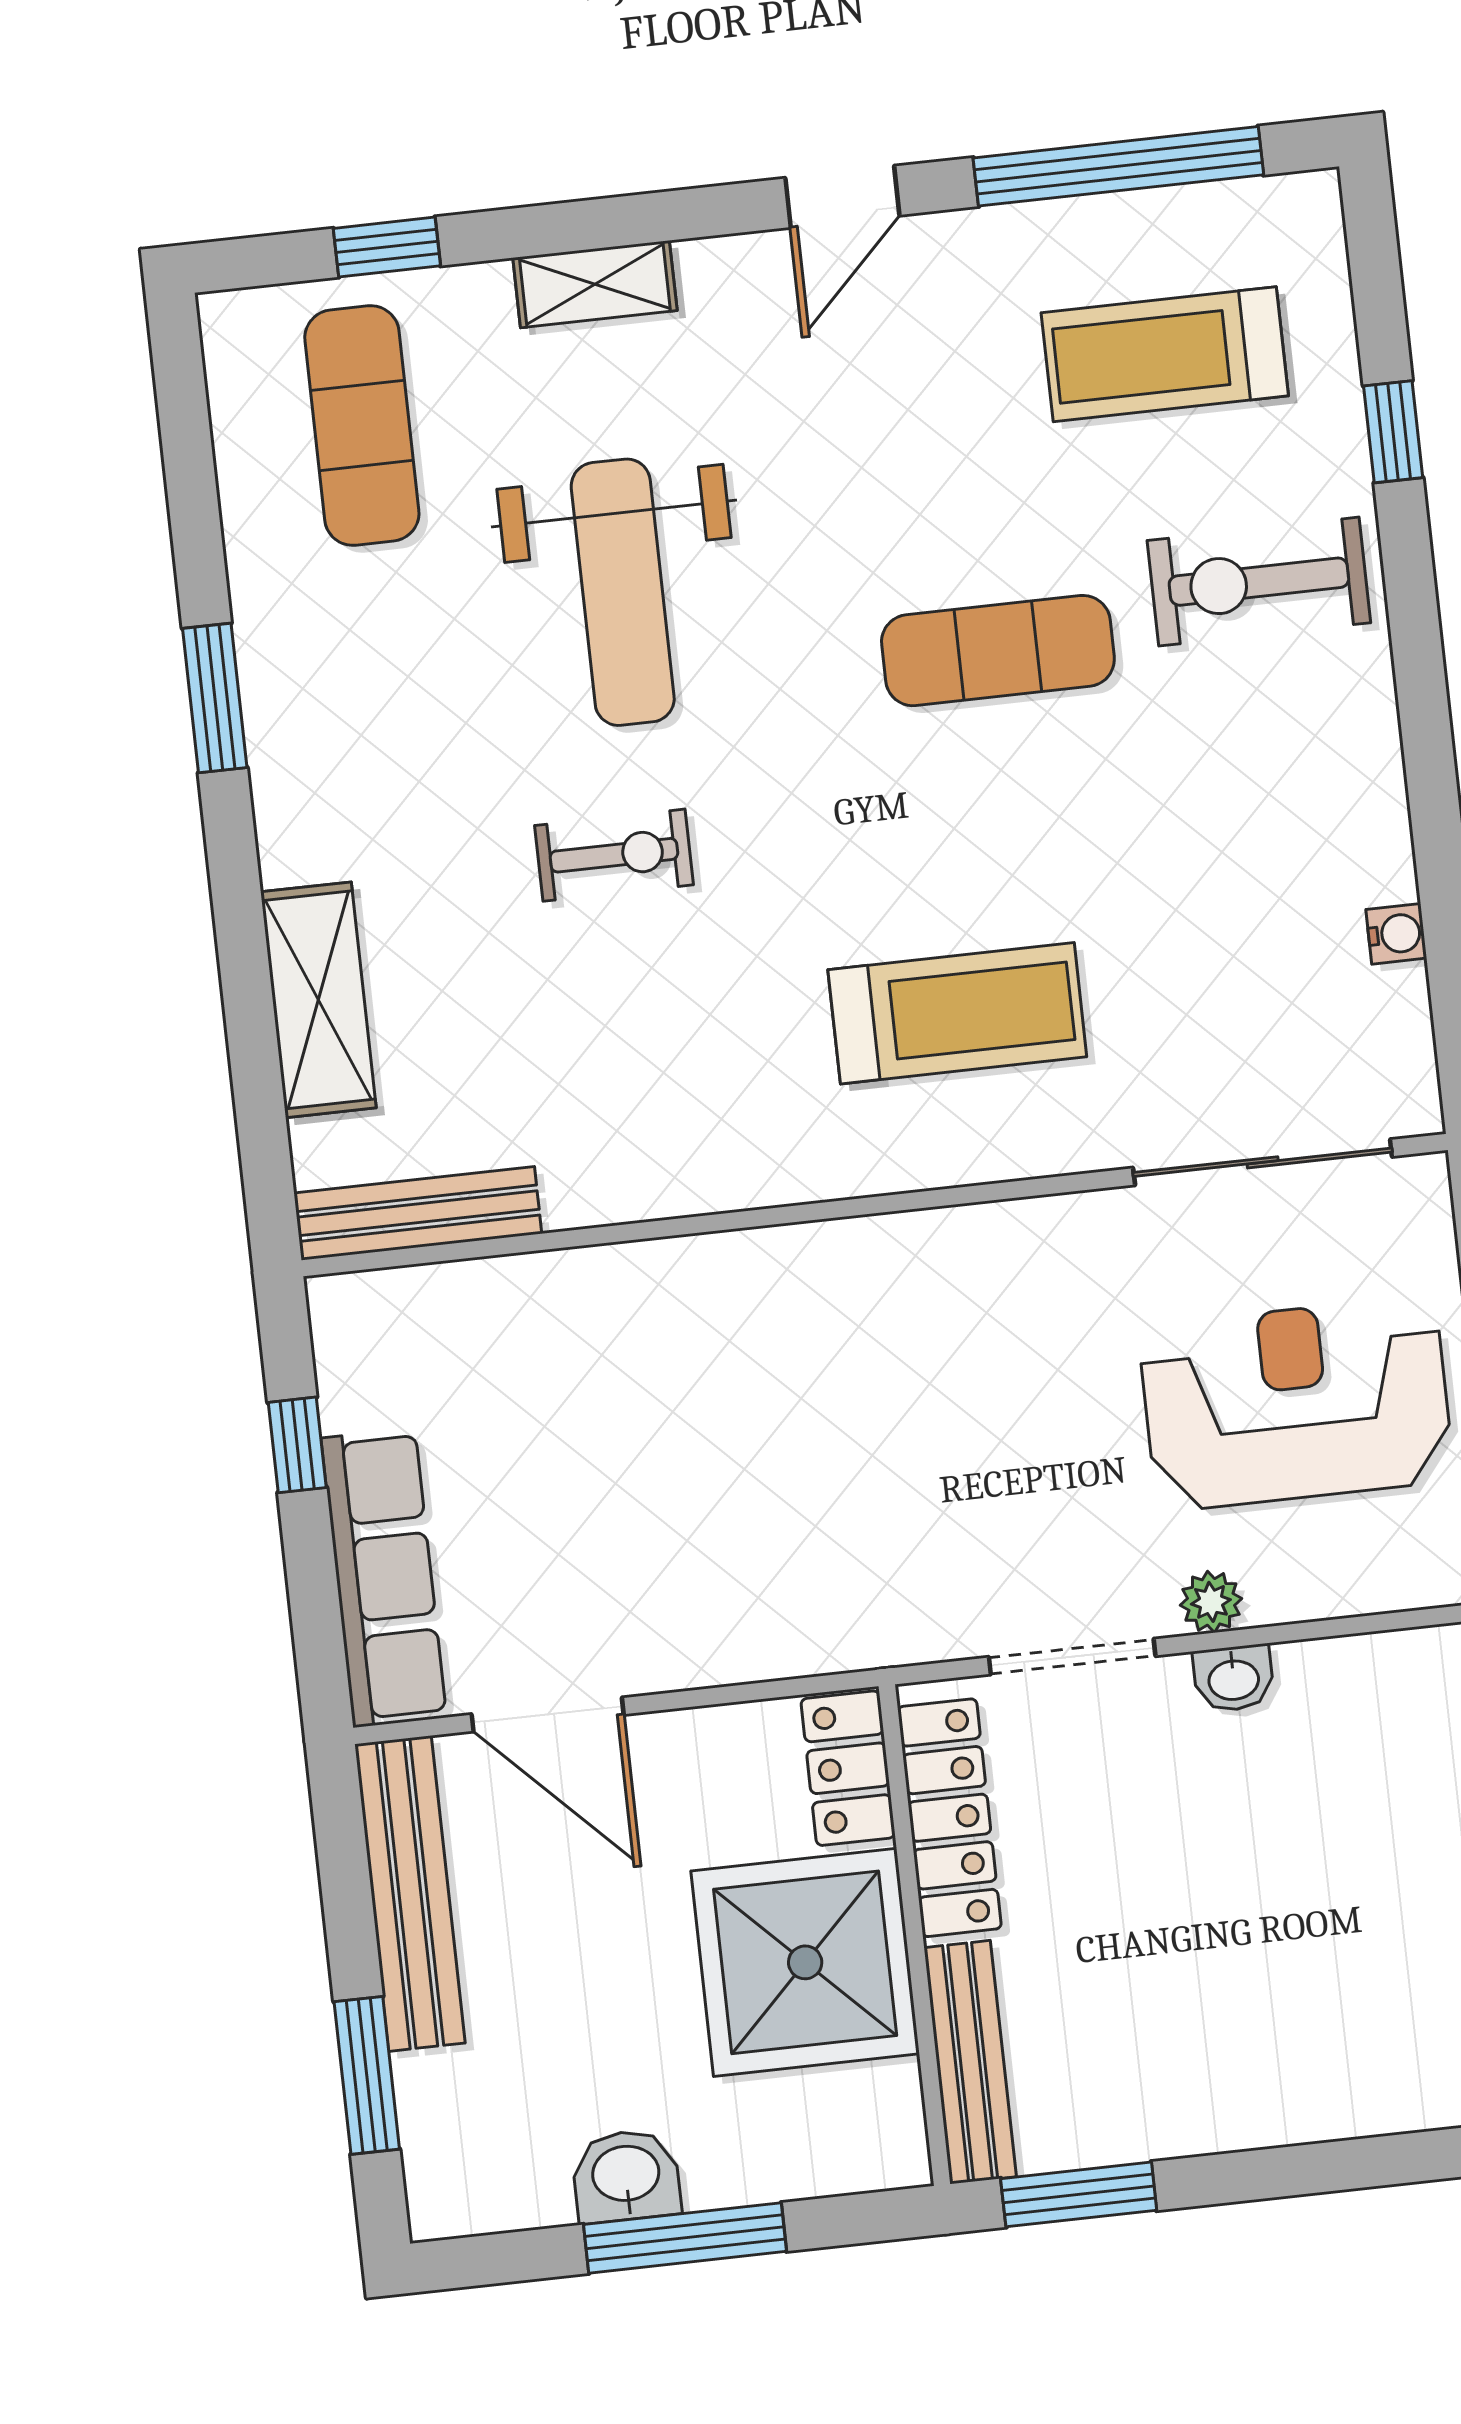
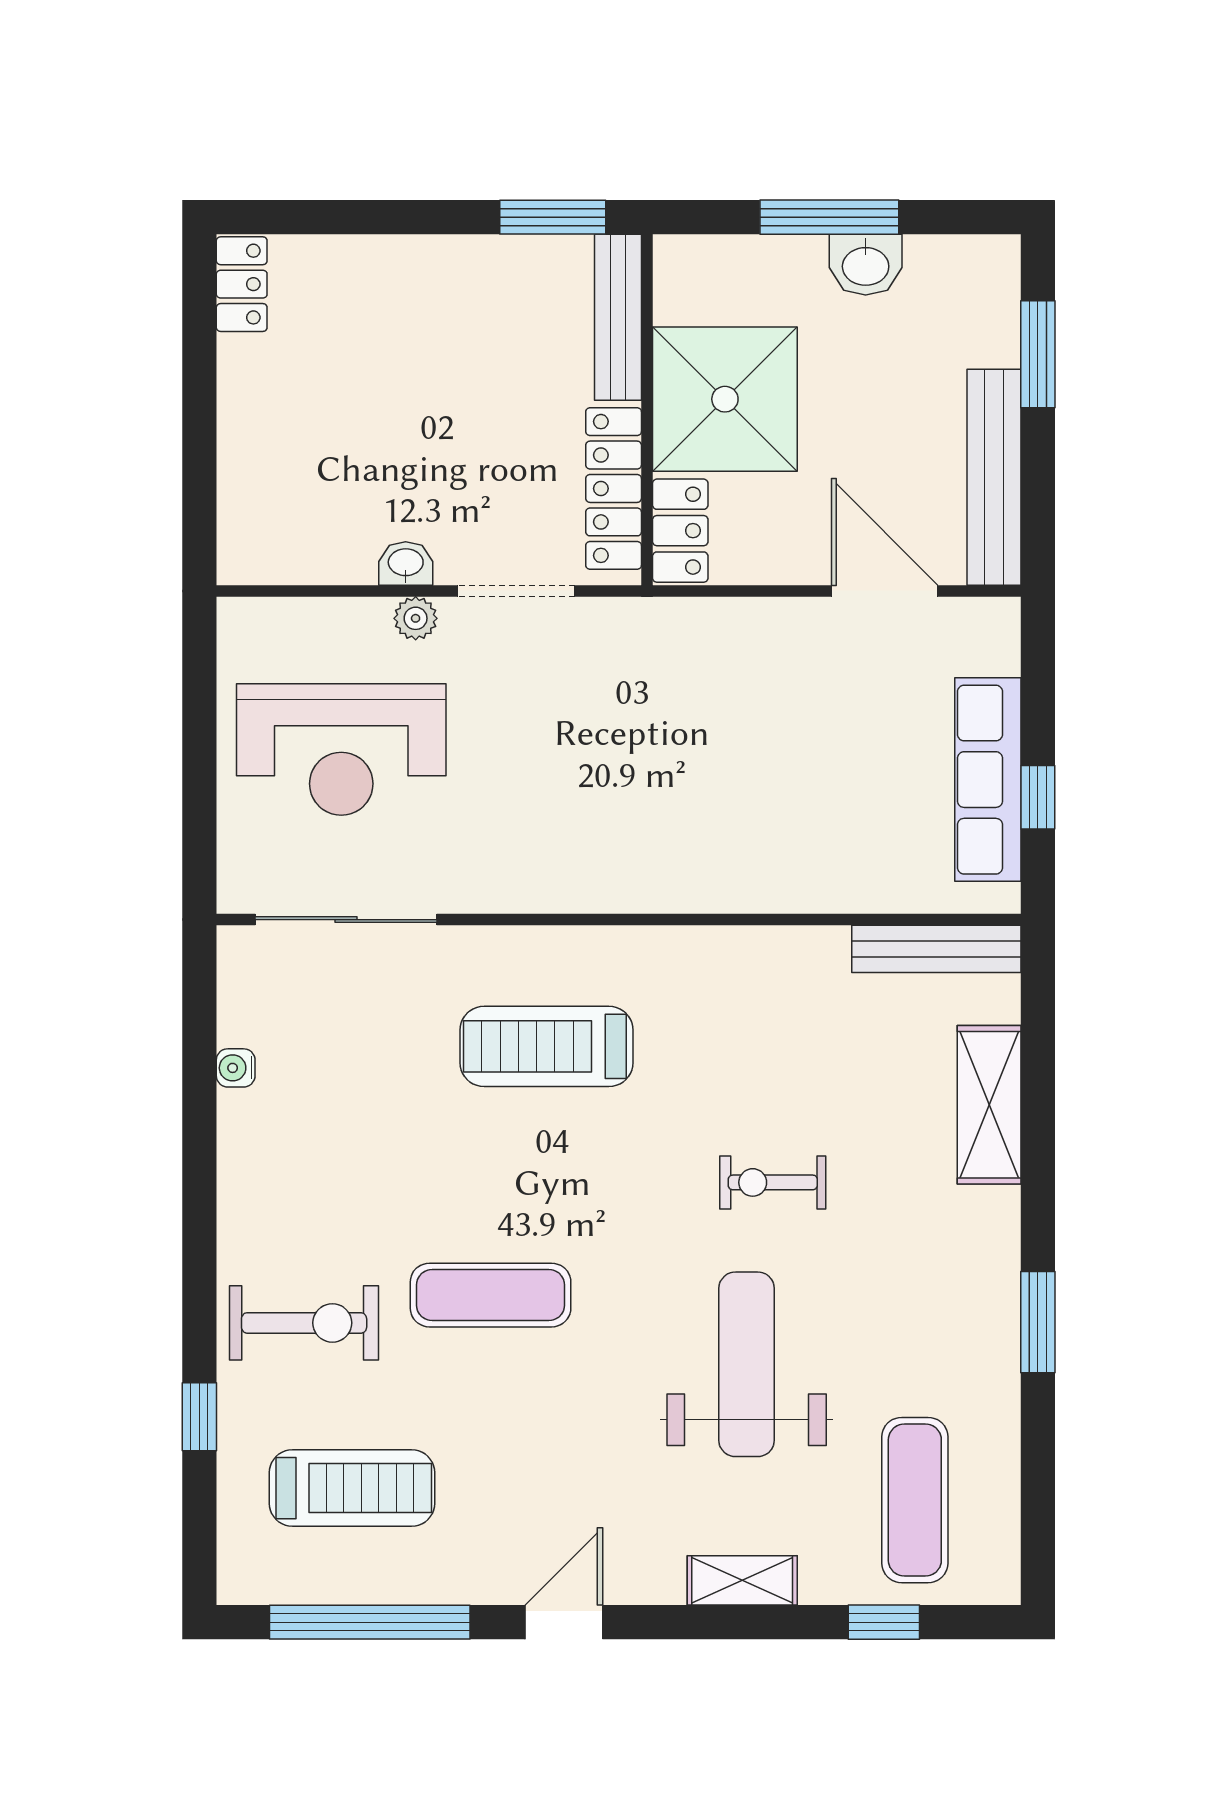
row of seats: (384, 1578) -> (988, 780), moved

